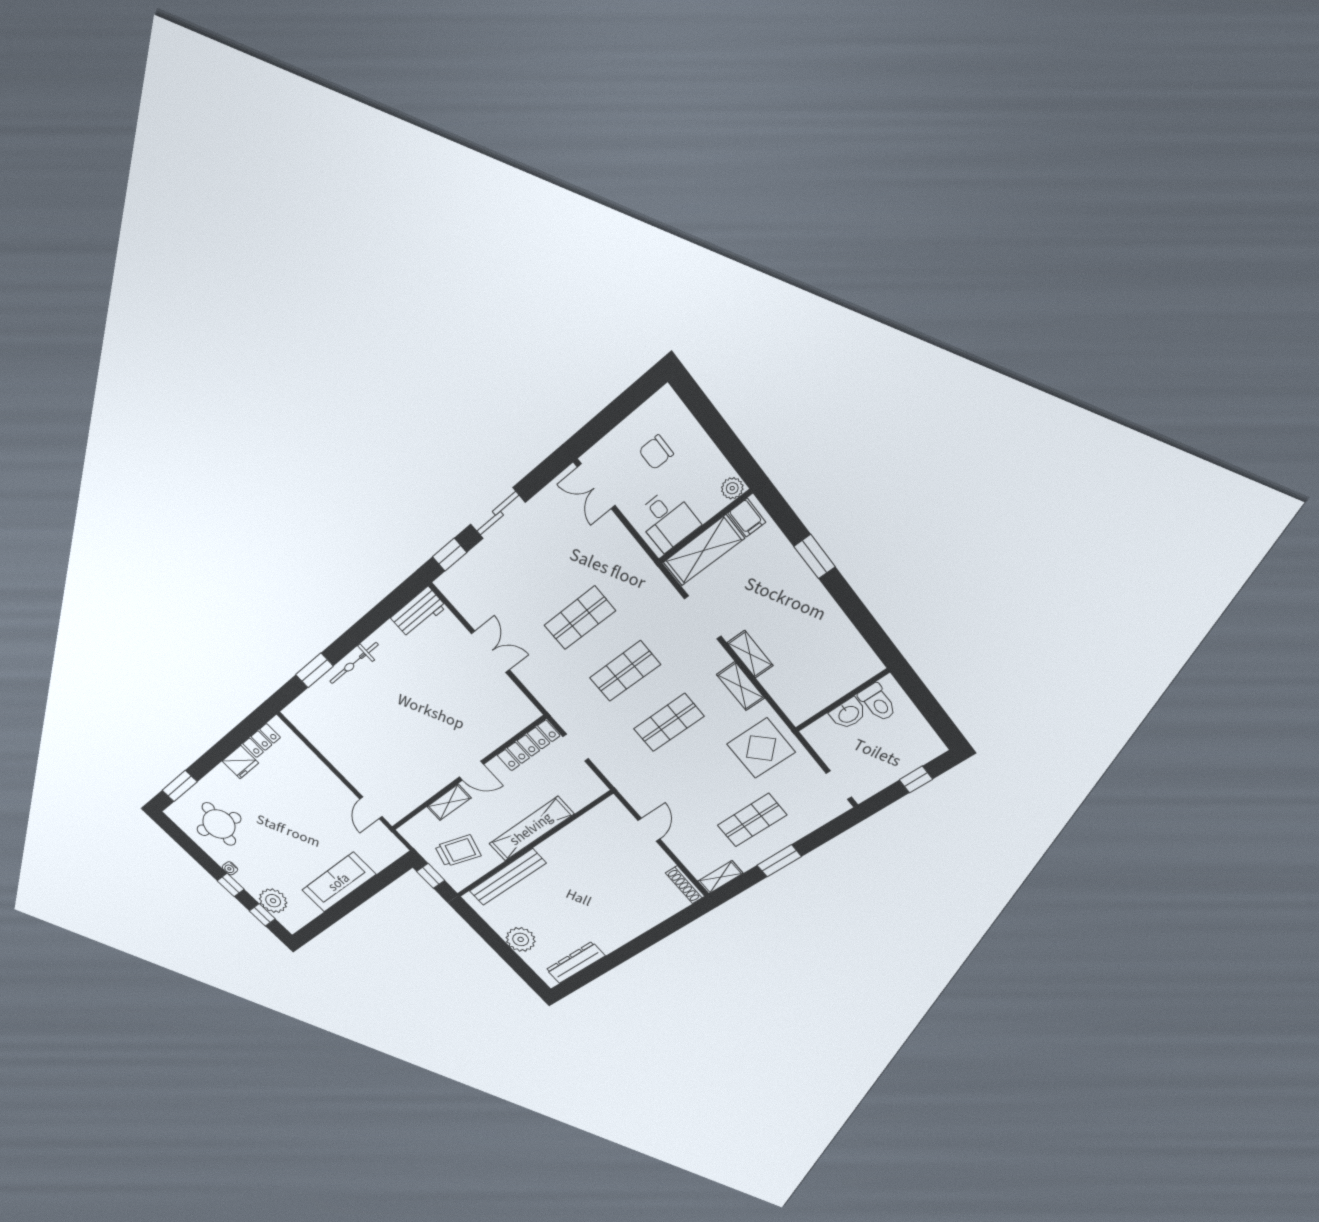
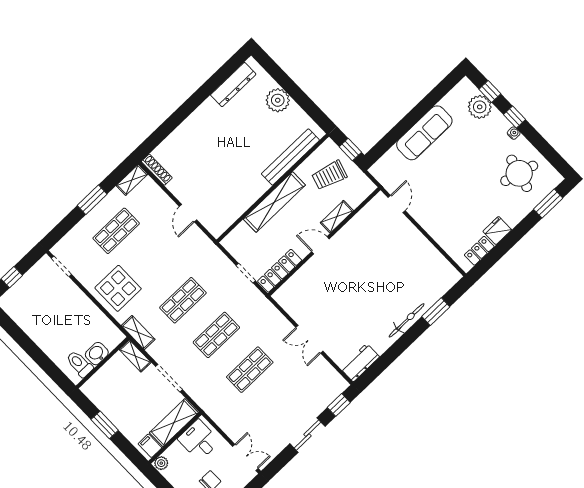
wall: (842, 700) -> (103, 363), moved
toilet: (878, 702) -> (79, 364), moved
washbasin: (848, 714) -> (97, 354), moved

